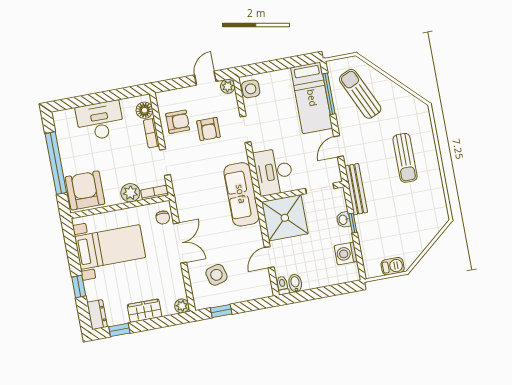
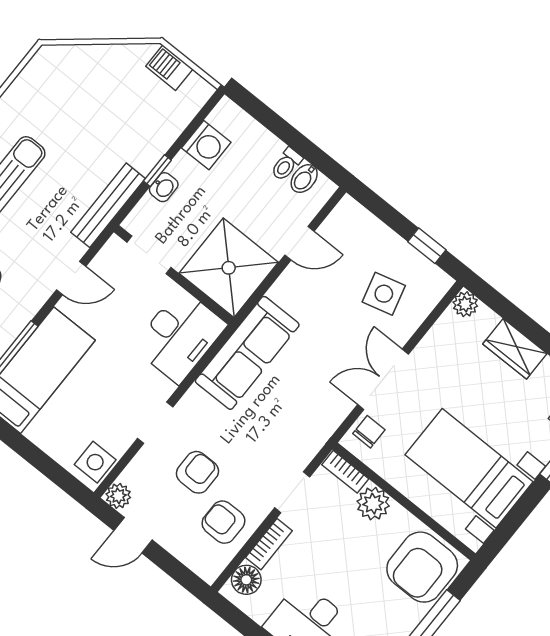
toilet: (283, 285) -> (286, 164), moved

